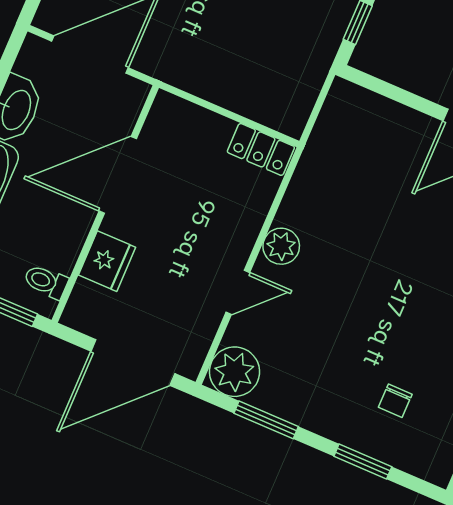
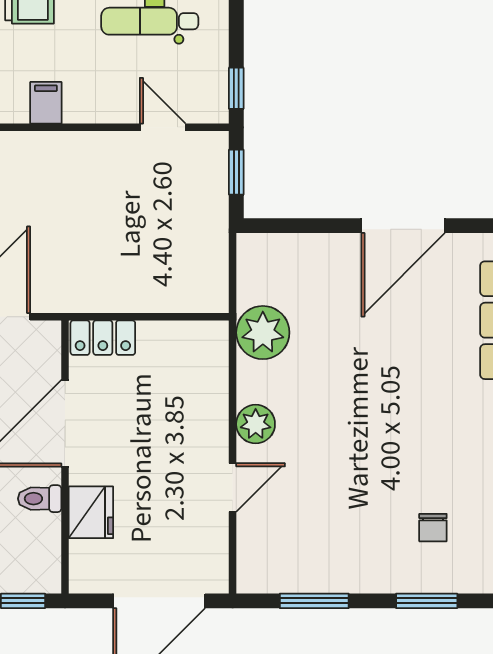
locker: (261, 149) -> (103, 338), moved
toilet: (46, 282) -> (40, 499), moved
plant: (234, 372) -> (263, 333), moved

